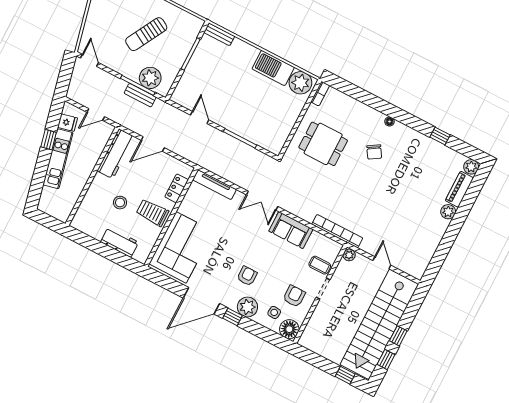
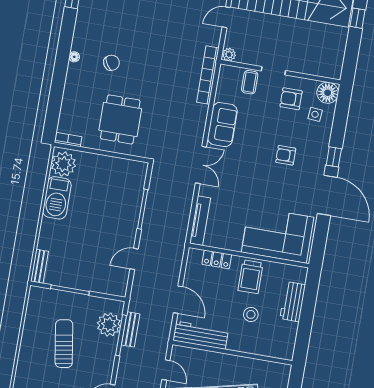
sun lounger: (146, 34) -> (64, 344), turned -128
plant: (247, 307) -> (318, 144), removed

